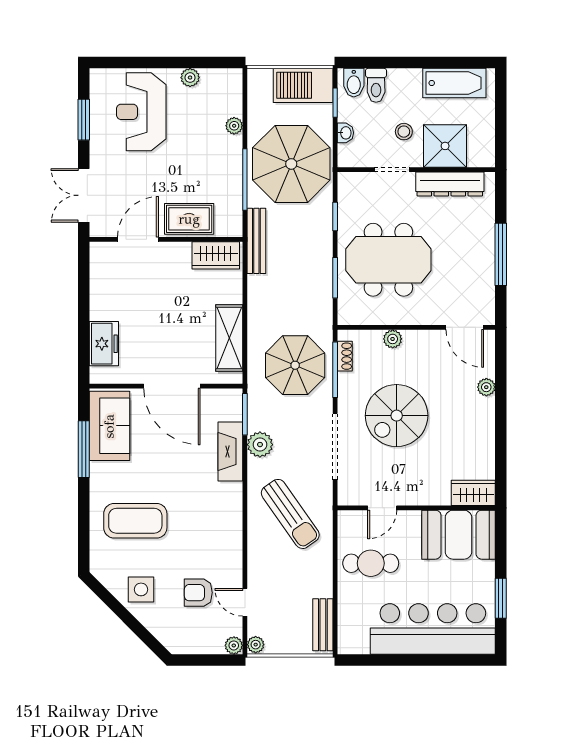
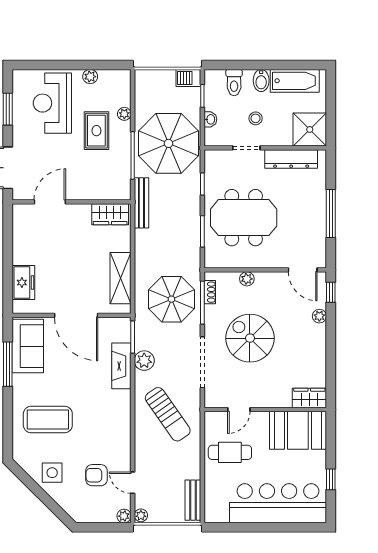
bidet: (354, 83) -> (261, 80), moved
barbecue: (303, 85) -> (188, 78), width x0.53, depth x0.65
shower: (445, 146) -> (310, 129), moved
rug: (189, 219) -> (96, 131), moved, turned 90
window: (501, 356) -> (331, 292), added
spiral stairs: (397, 416) -> (250, 338), turned 90
window: (501, 598) -> (331, 479), width x0.67

